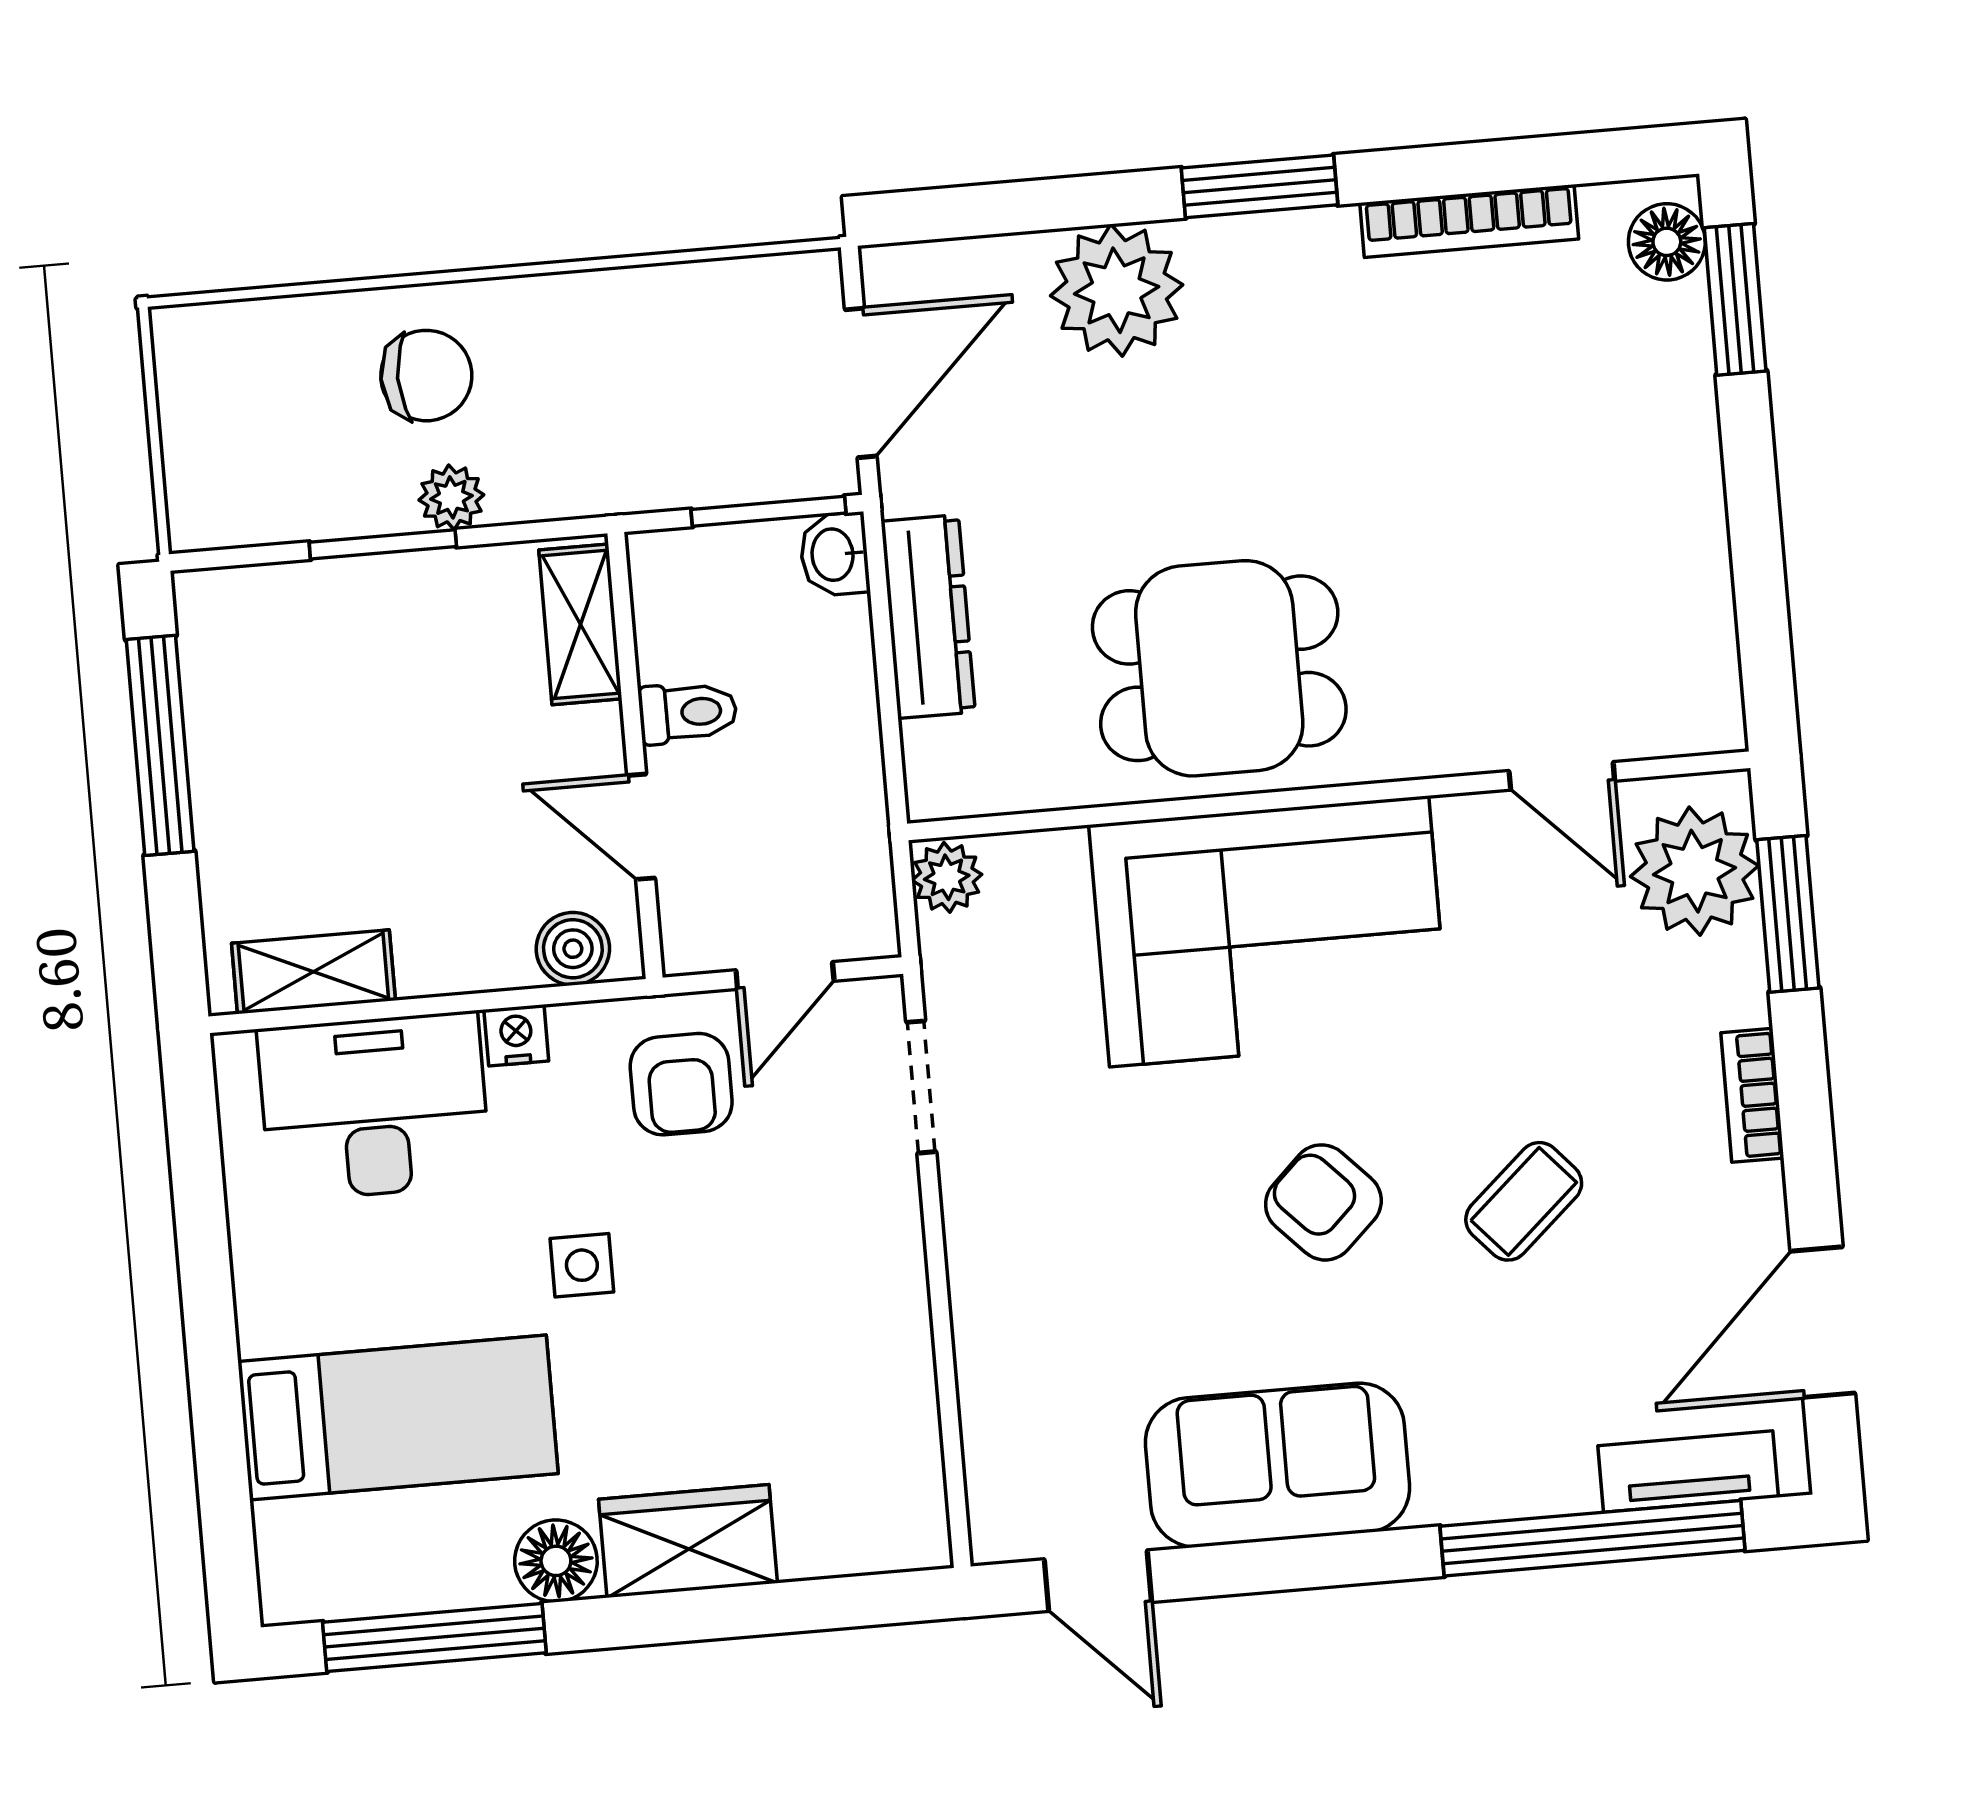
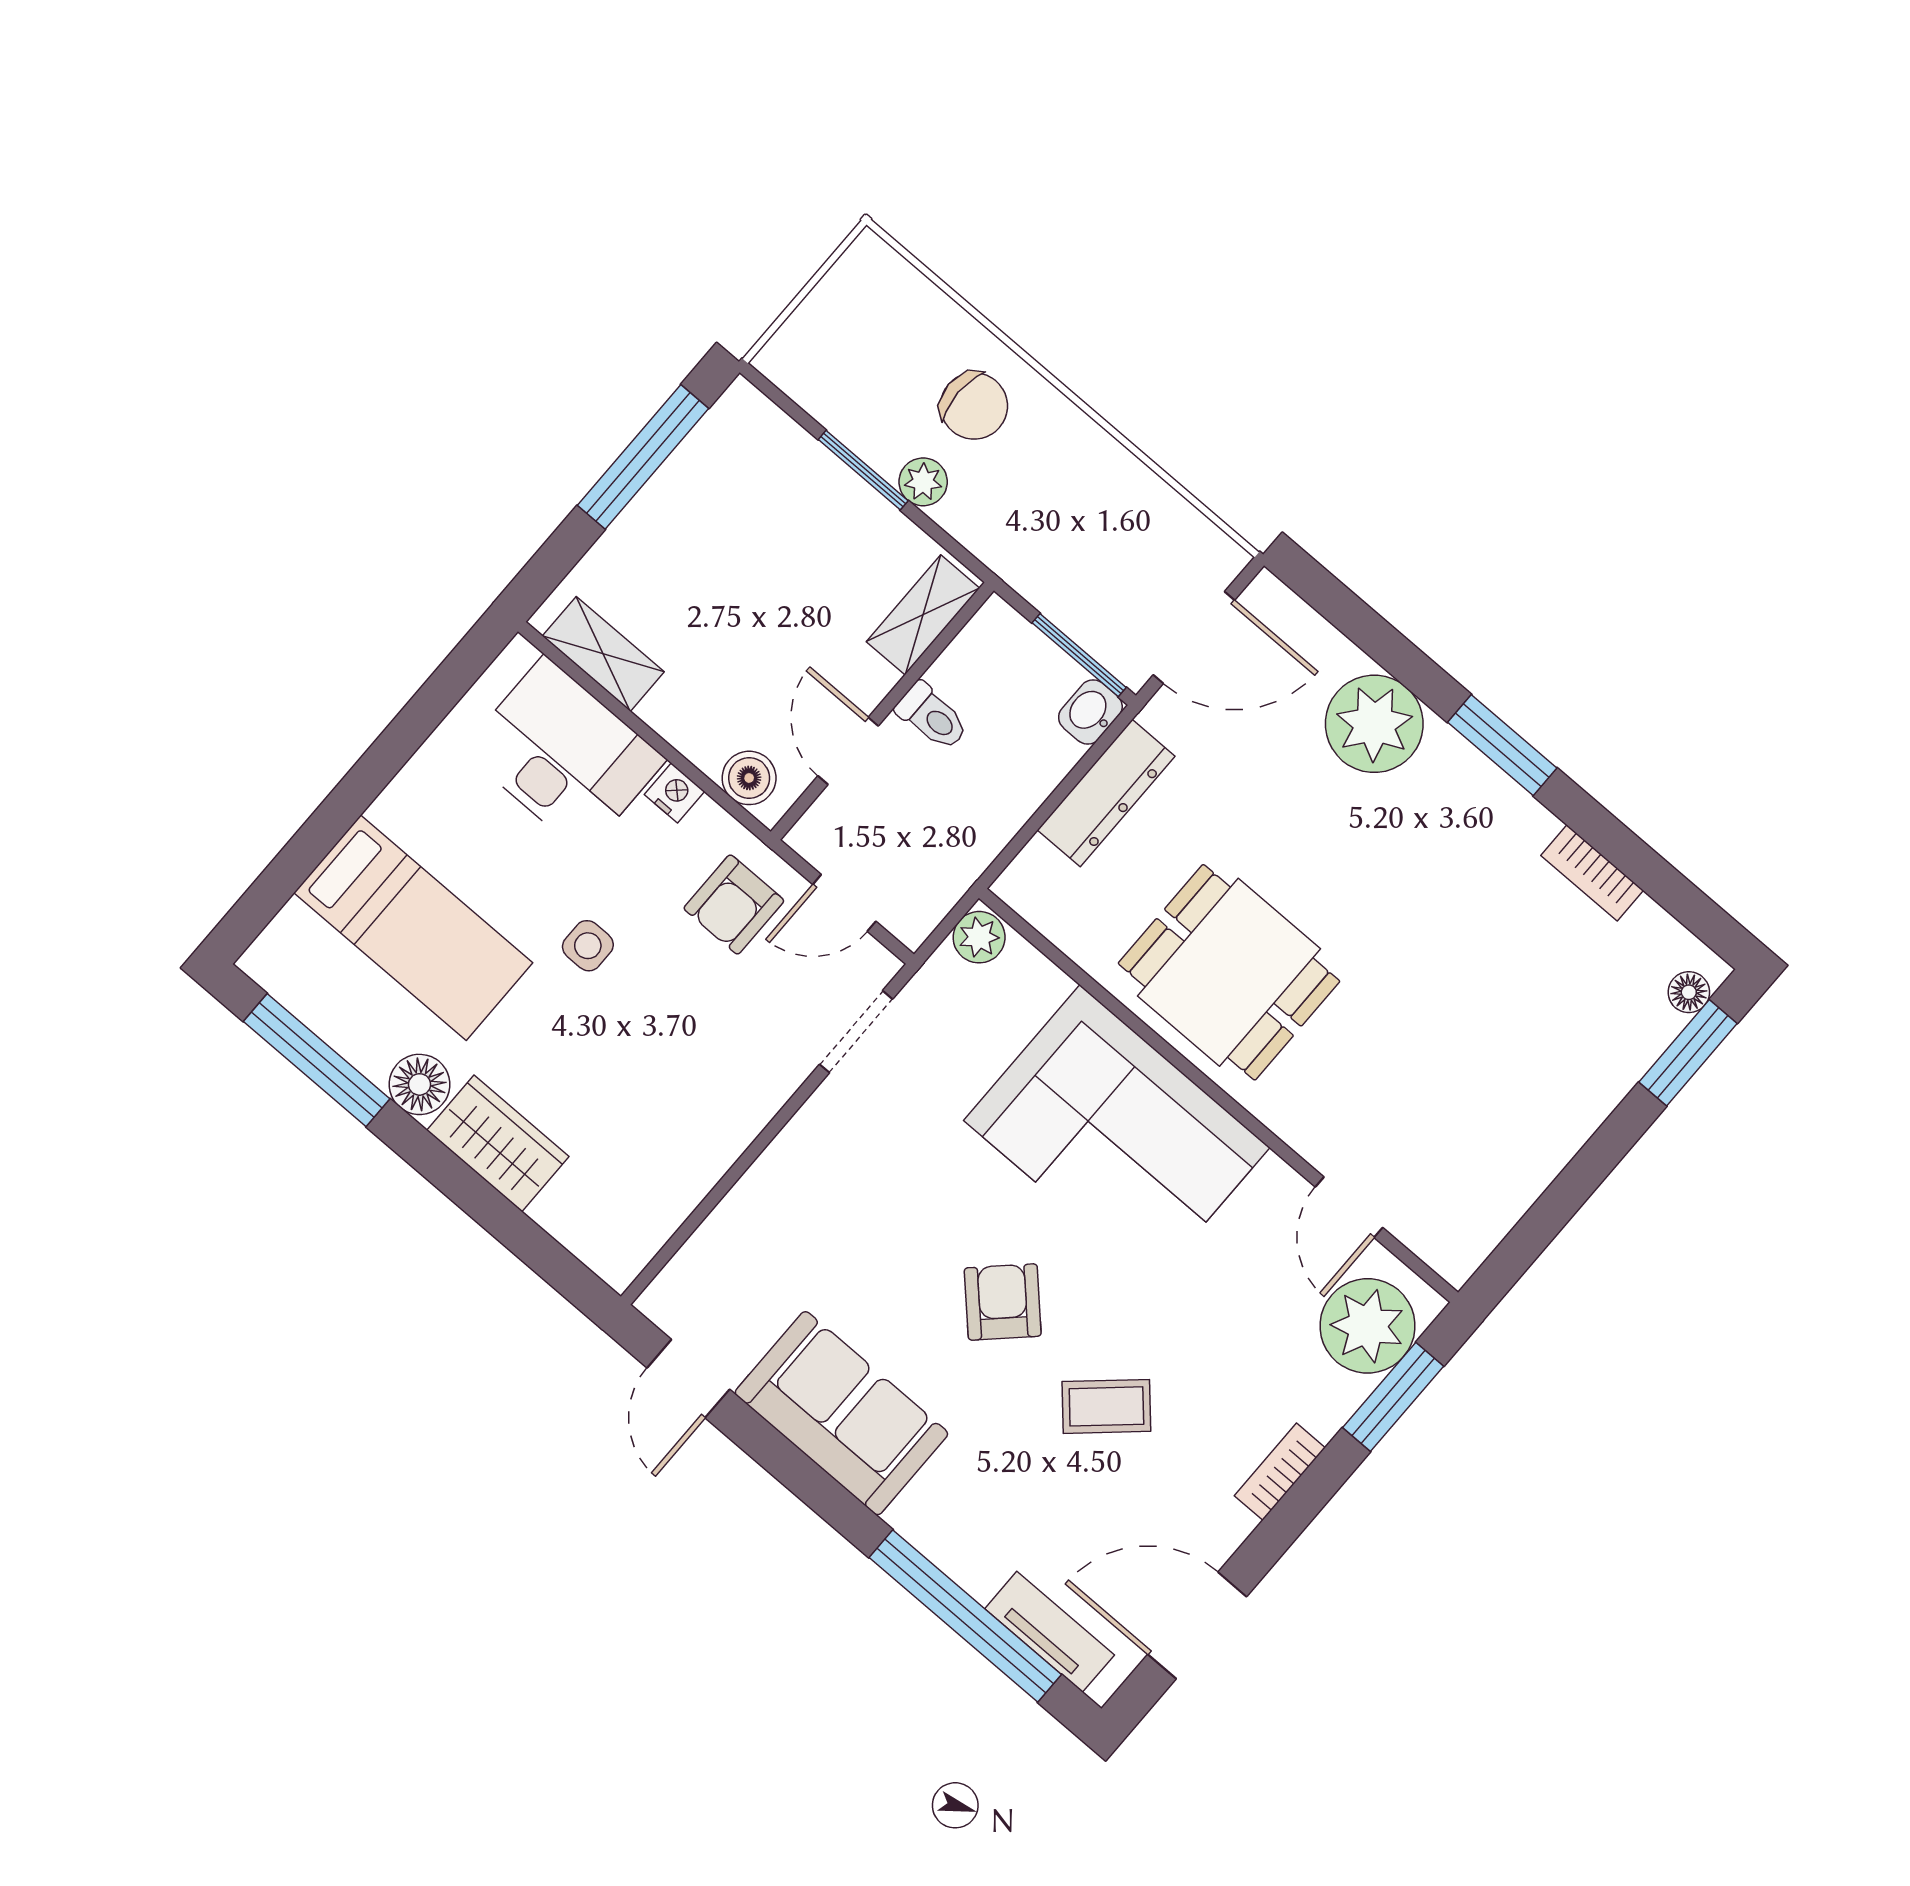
bookcase: (1469, 221) -> (1592, 873), width x0.64
floor lamp: (1667, 242) -> (1689, 992), width x0.73, depth x0.73

